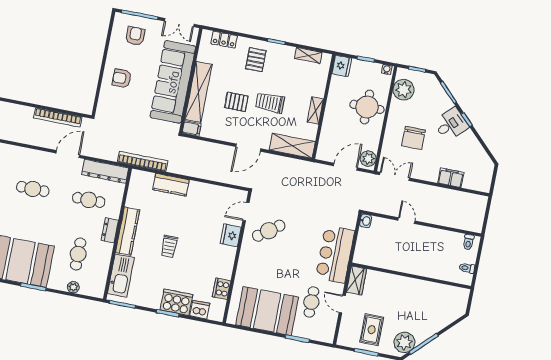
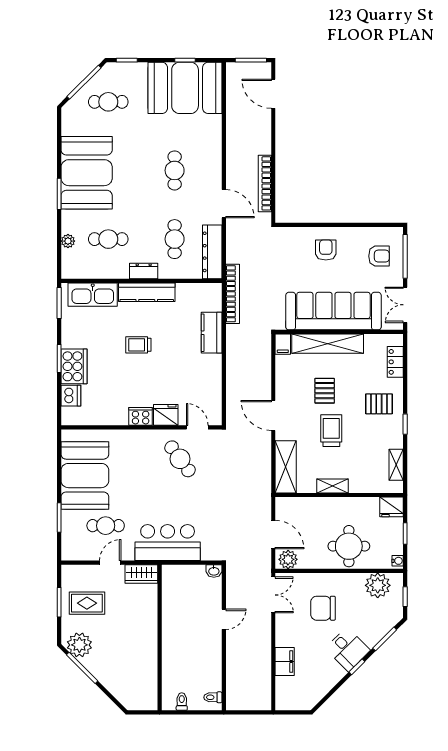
cooker: (222, 289) -> (141, 416), moved

